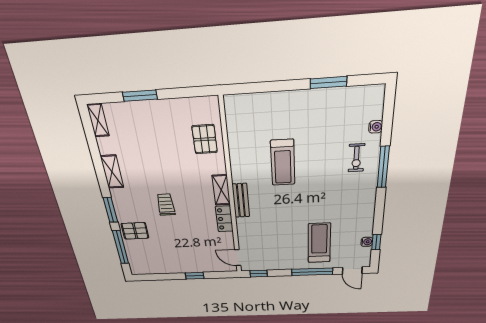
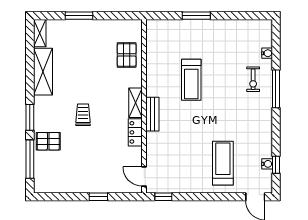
window: (328, 82) -> (196, 16), moved
shelving: (112, 172) -> (43, 72), width x1.50, depth x1.33
window: (312, 272) -> (216, 197), removed

